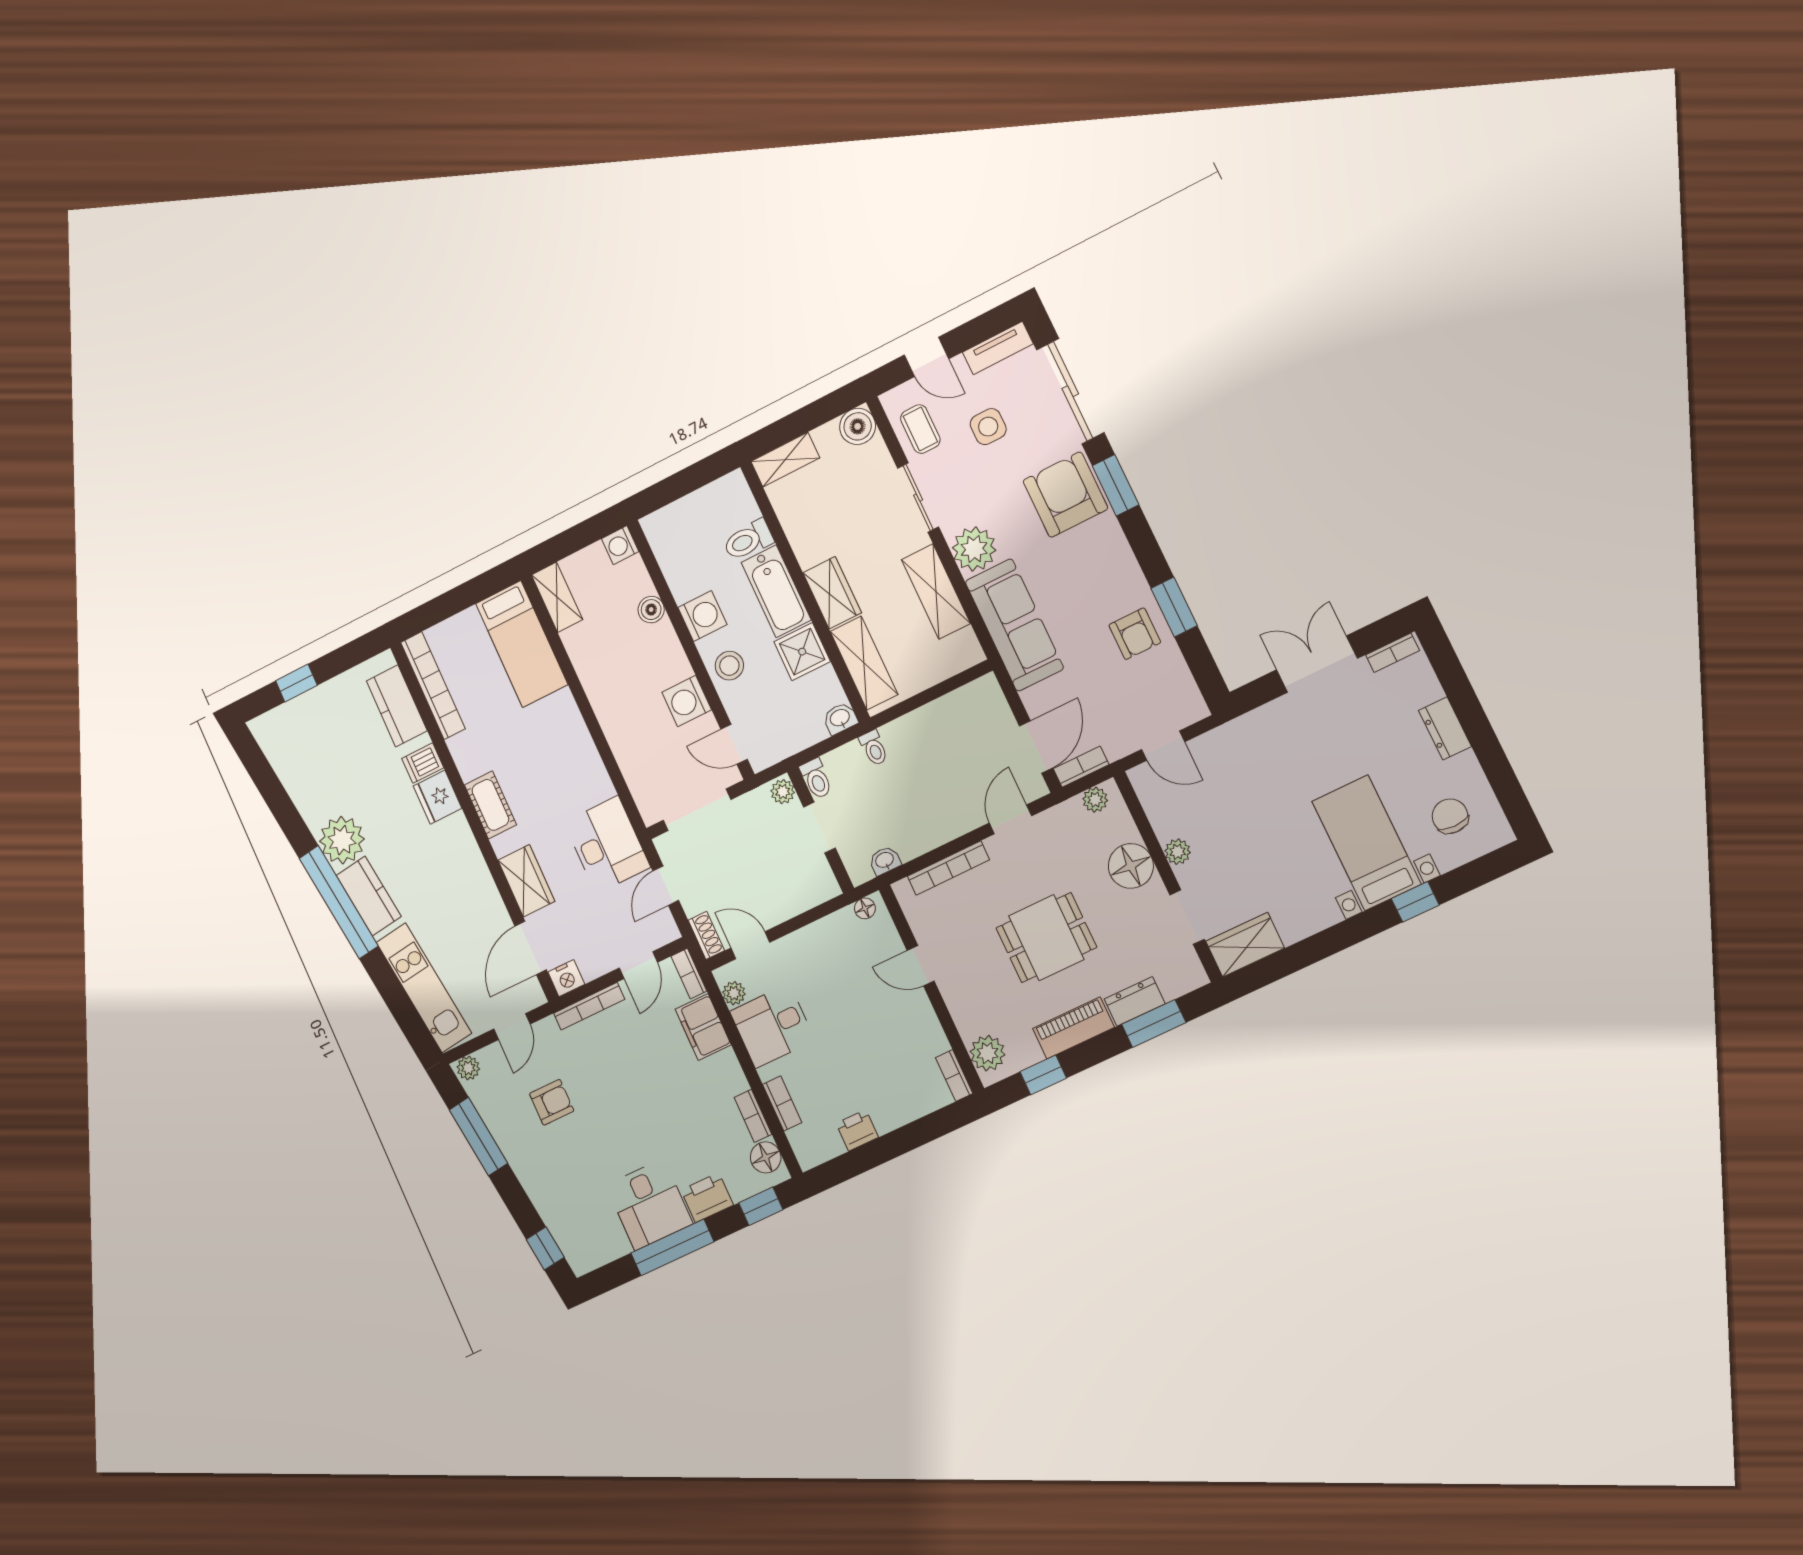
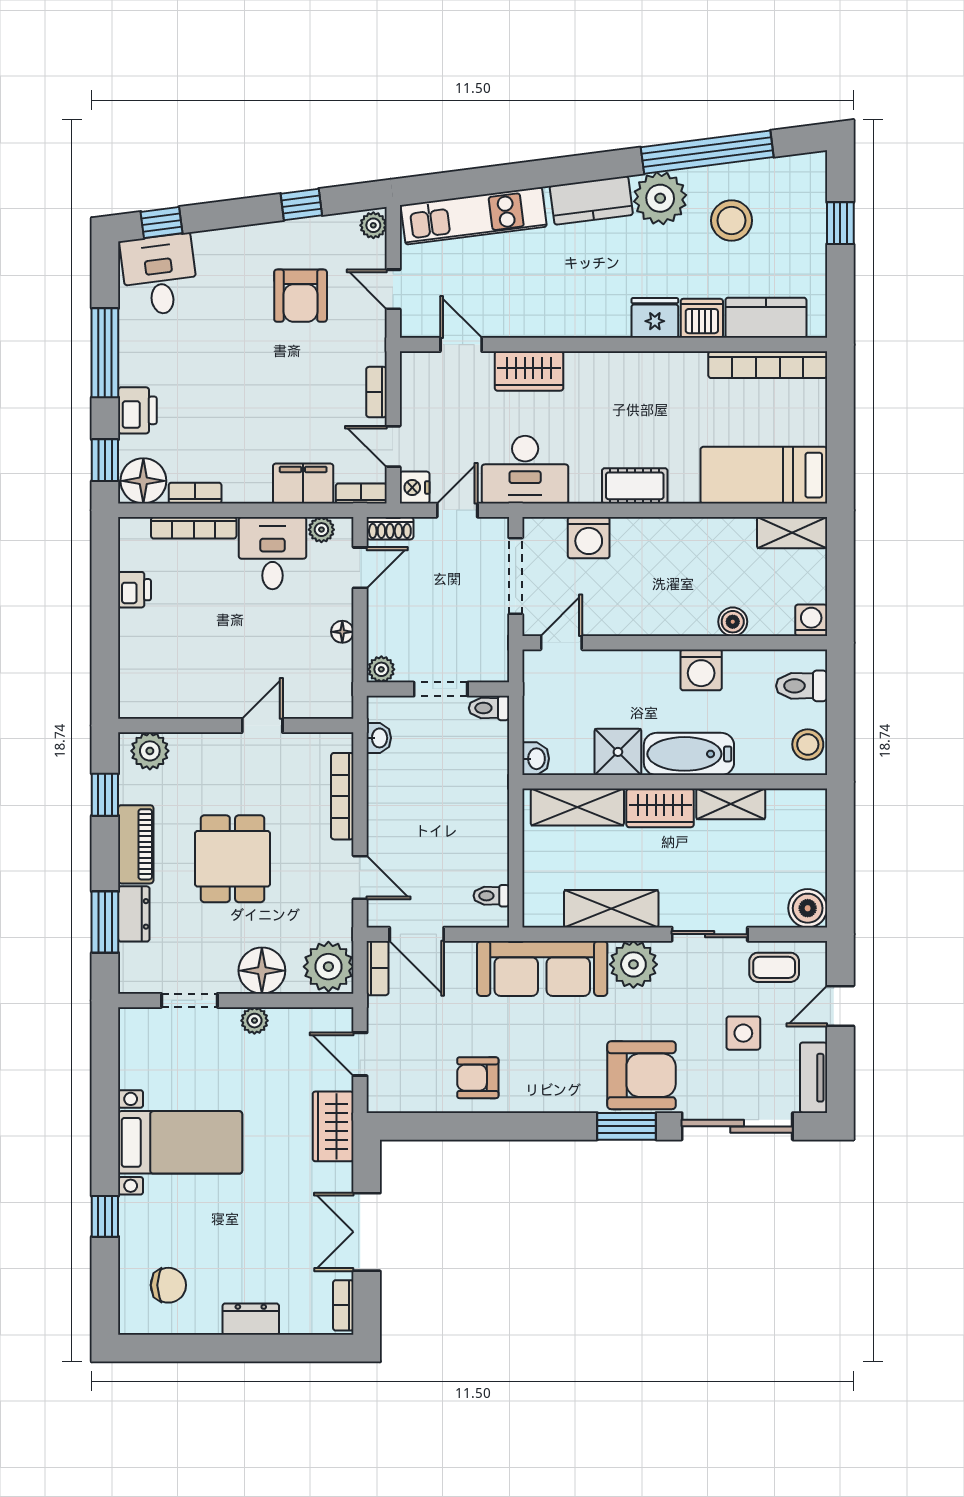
shelving: (785, 460) -> (731, 804), moved, turned 90
toilet: (748, 540) -> (802, 686), moved, turned -90
window: (1174, 607) -> (485, 1126), removed
double door: (1317, 664) -> (367, 1232), swing flipped
stool: (729, 666) -> (808, 744), moved
washing machine: (687, 701) -> (589, 538), moved, turned 180
door: (1163, 746) -> (360, 1054), hinge flipped
toilet: (874, 748) -> (491, 896), moved
dishwasher: (423, 763) -> (702, 318), width x1.38
stool: (333, 773) -> (732, 220), added
plant: (783, 792) -> (381, 669), moved
plant: (1095, 800) -> (328, 967), width x1.88, depth x1.88
cot: (490, 805) -> (635, 486), moved
bed with nightstands: (1366, 843) -> (180, 1142), moved
door: (666, 886) -> (457, 510), hinge flipped
window: (339, 902) -> (707, 152), moved
floor lamp: (865, 908) -> (342, 632), moved
wardrobe: (1245, 945) -> (333, 1126), moved, turned 180
door: (531, 948) -> (461, 345), width x0.73
nightstand: (566, 978) -> (415, 488), moved
bookcase: (589, 1006) -> (376, 392), width x0.64
bookcase: (954, 1075) -> (143, 709), removed
armchair: (552, 1102) -> (301, 296), width x1.38, depth x1.38
bookcase: (782, 1103) -> (194, 528), width x1.56
window: (478, 1137) -> (301, 204), width x0.46
floor lamp: (766, 1157) -> (143, 481), width x1.38, depth x1.38
desk: (649, 1204) -> (159, 275), moved, turned 83

